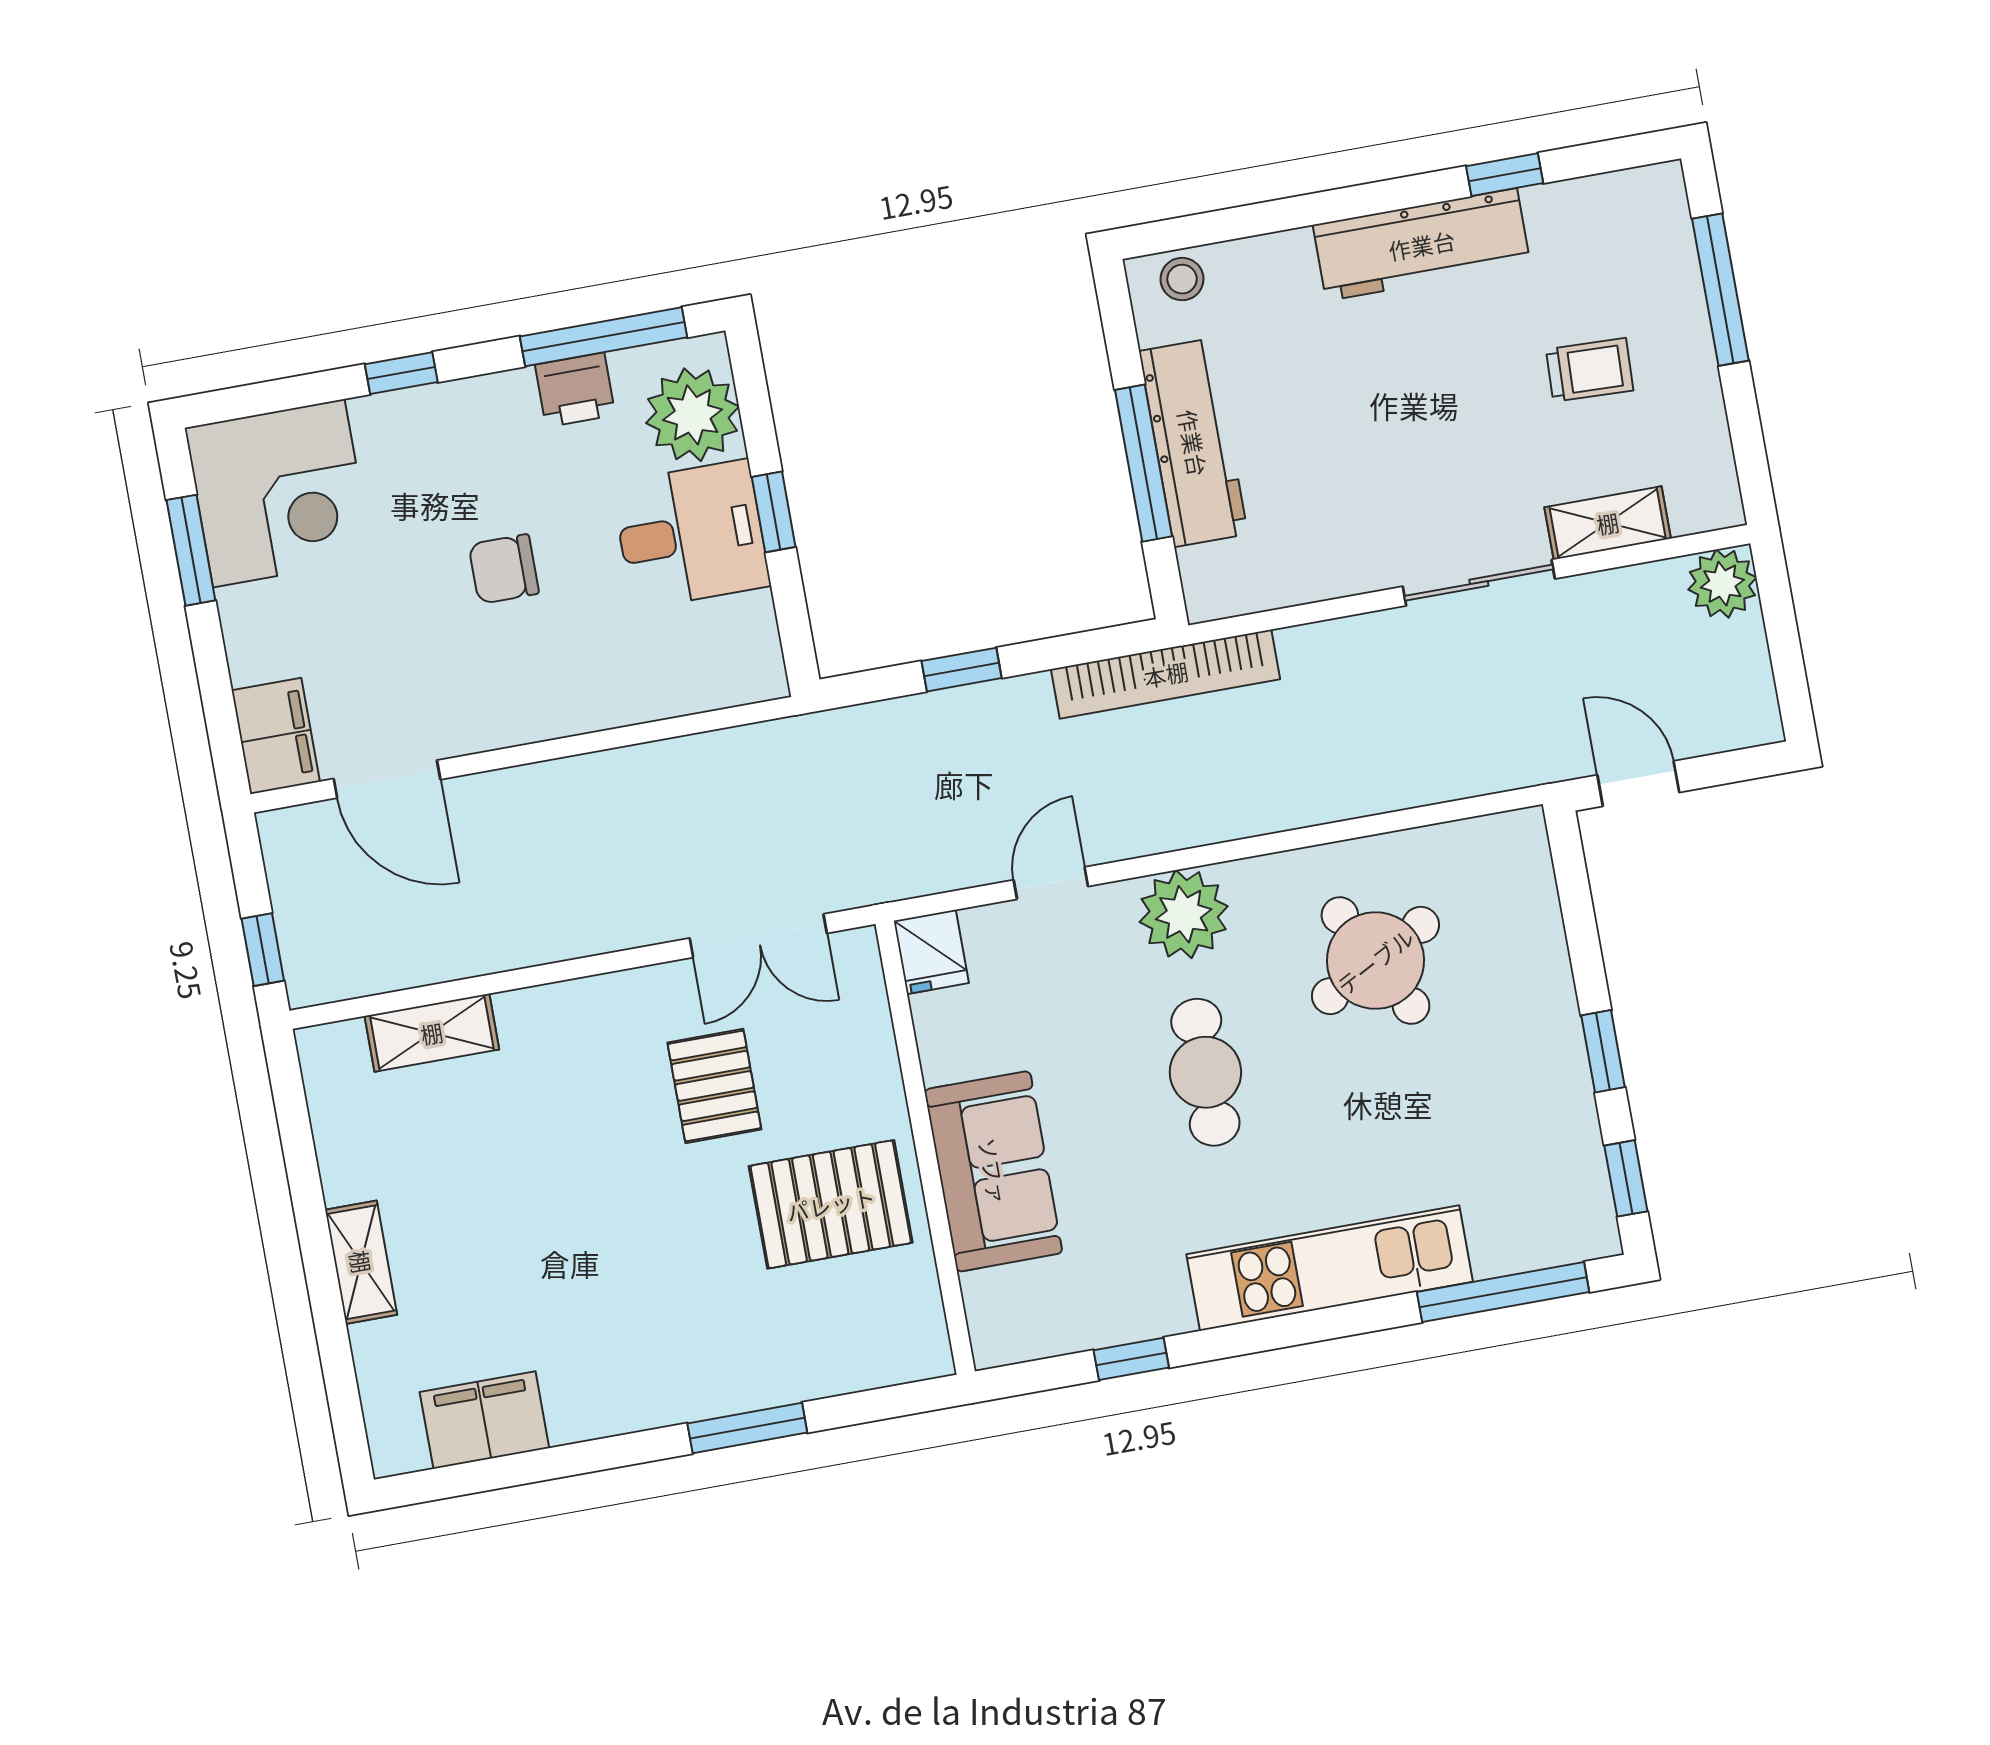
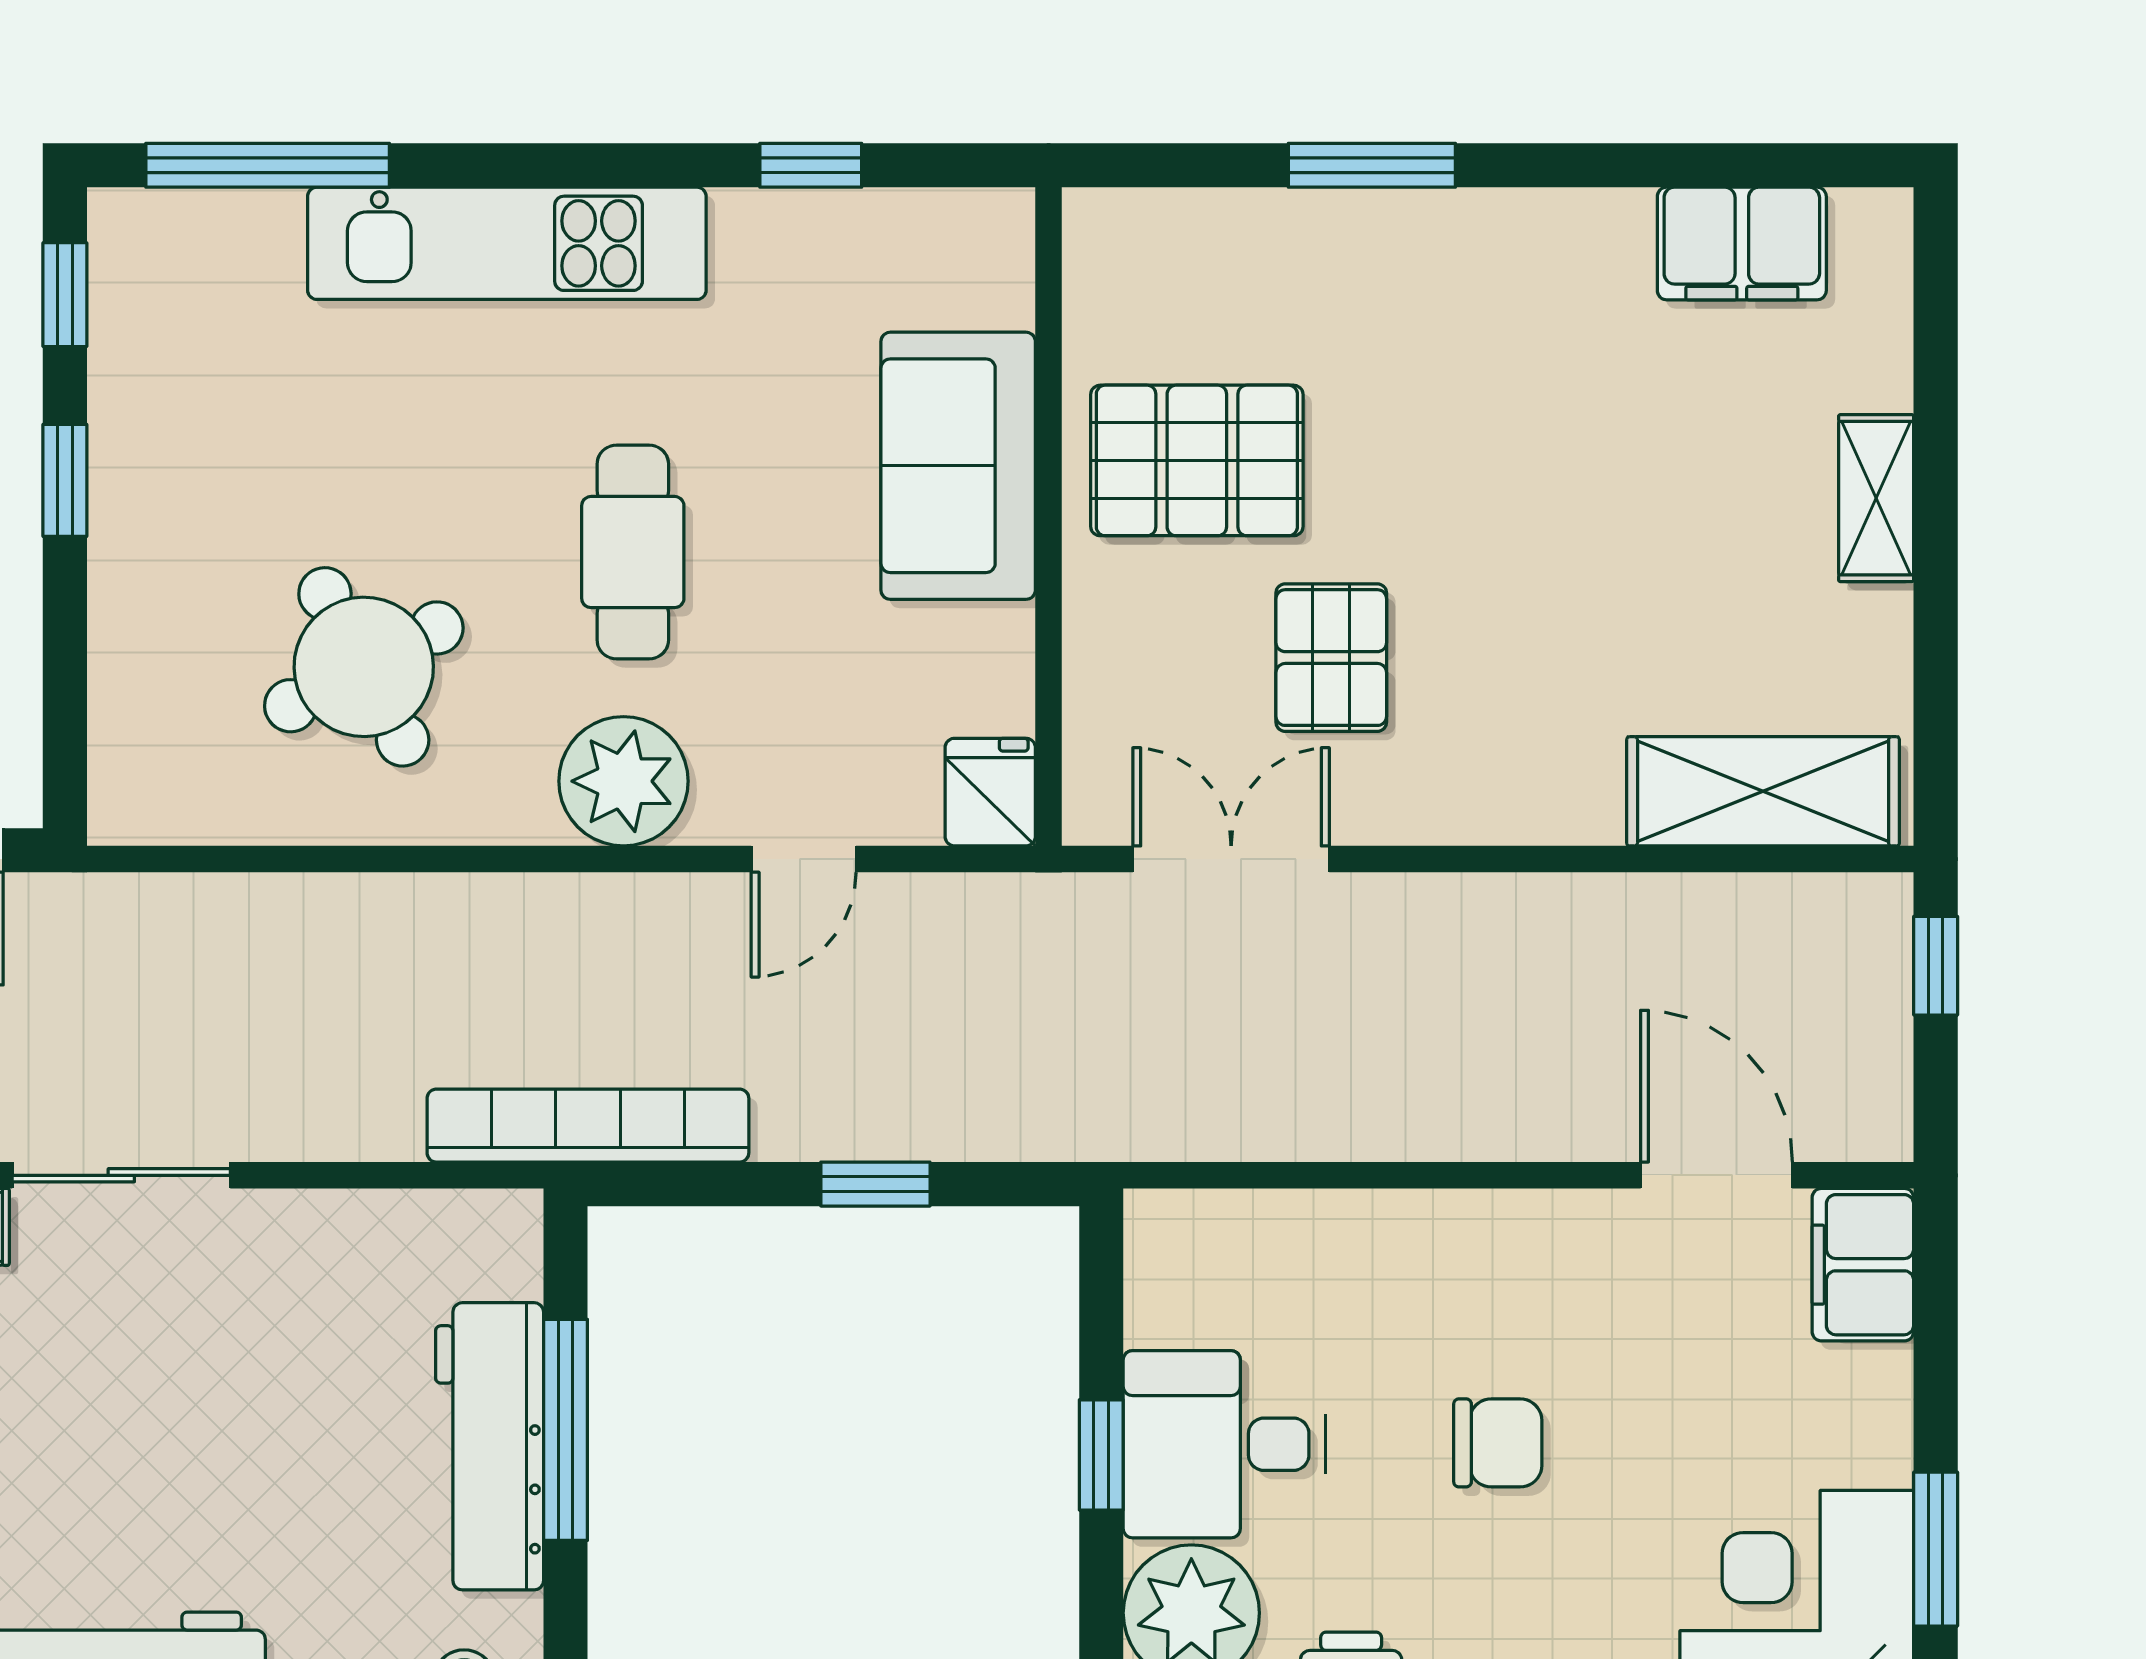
shelving: (432, 1033) -> (1763, 791), width x1.50, depth x1.33

